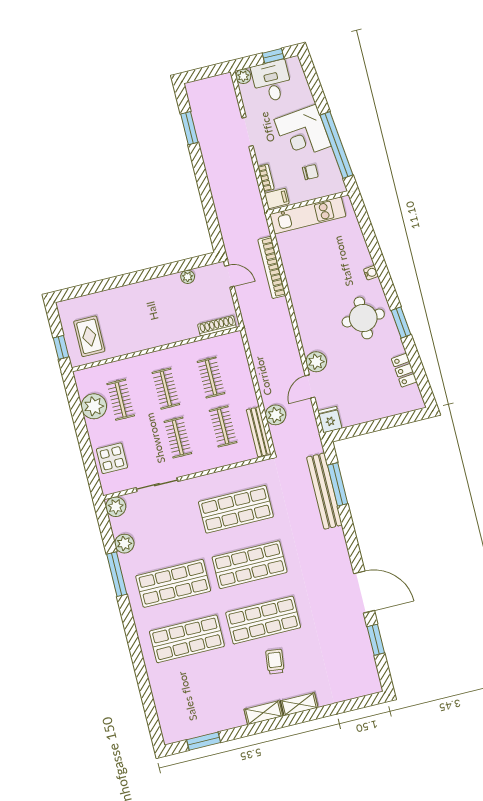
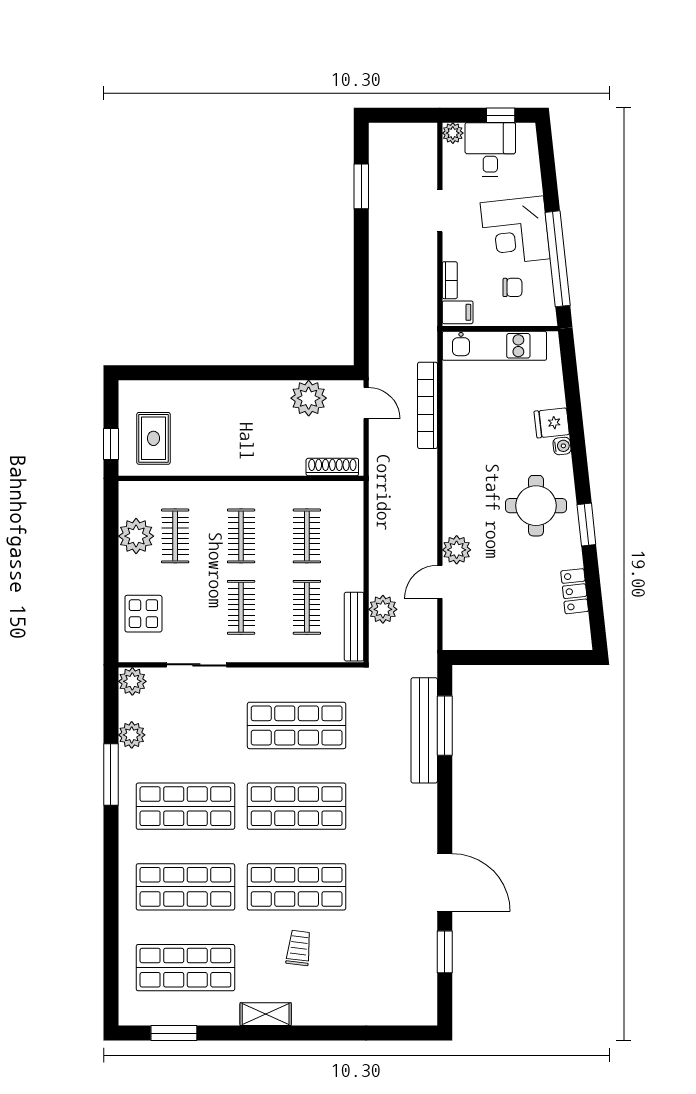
plant: (188, 277) -> (309, 398), width x1.87, depth x1.87
fridge: (330, 420) -> (552, 423), moved, turned -96
shop shelf: (200, 694) -> (185, 968), added
shelving: (299, 704) -> (318, 1015), removed

